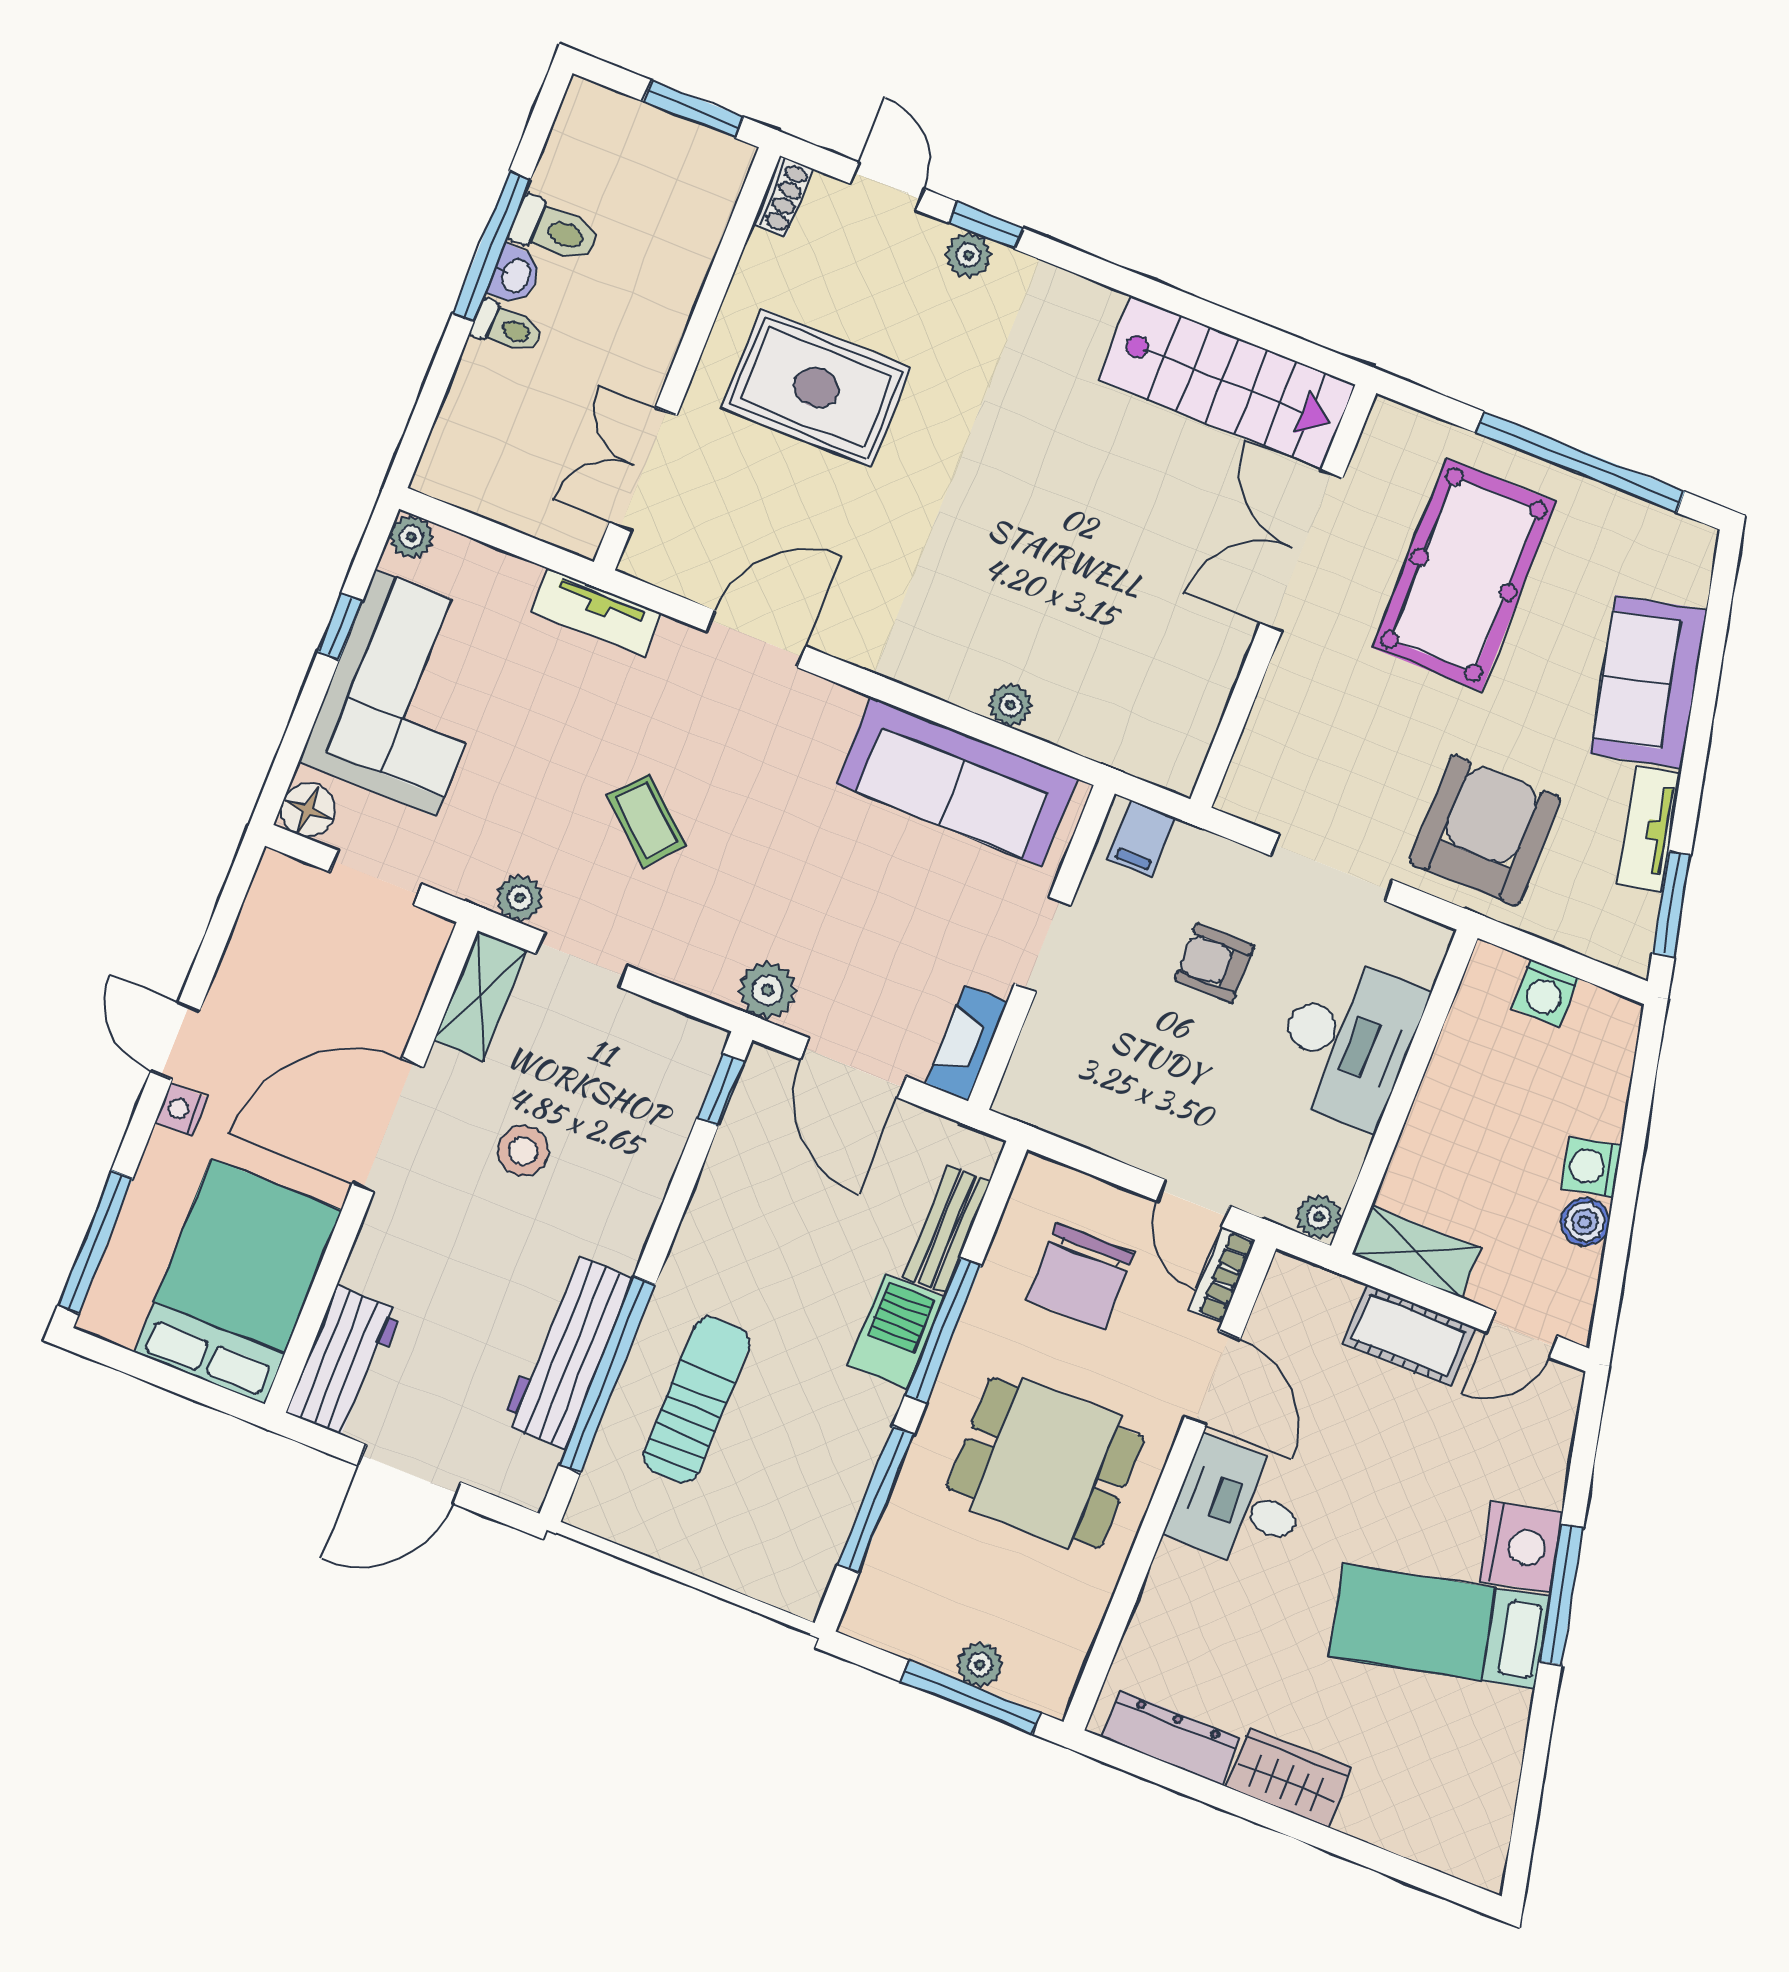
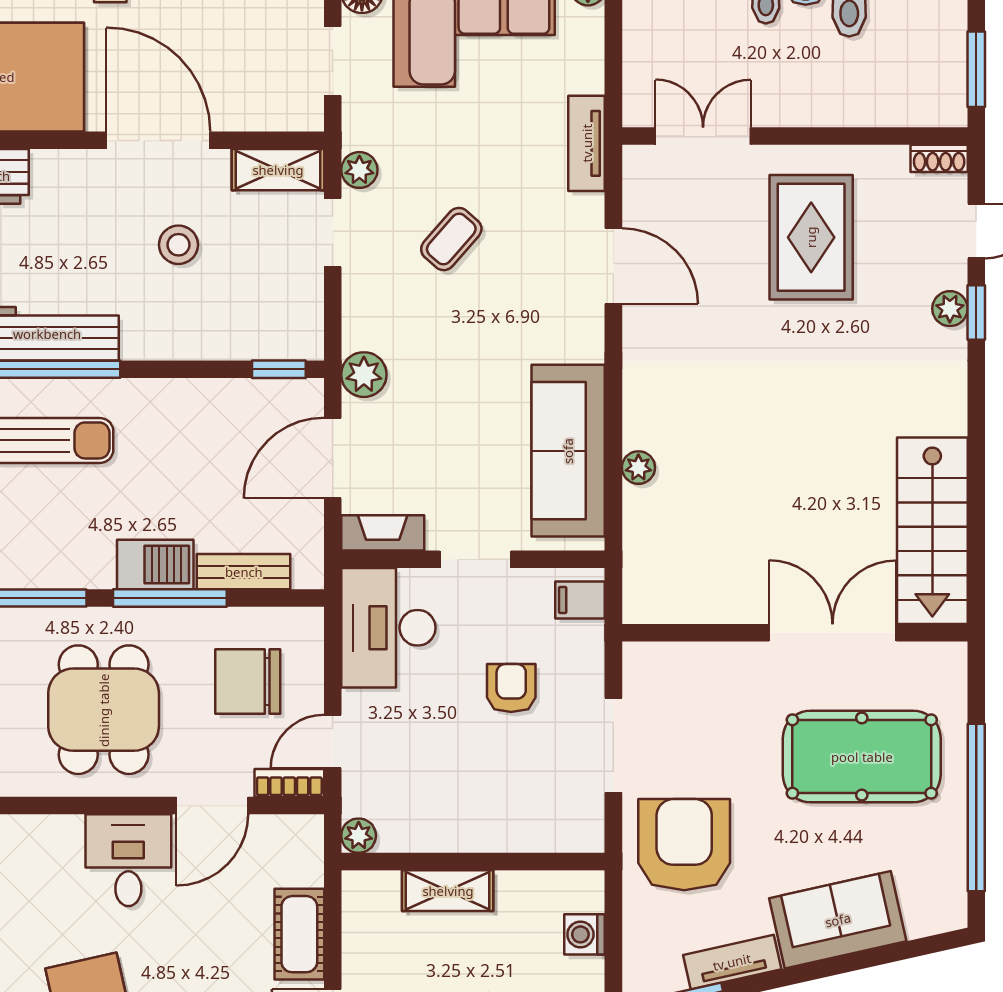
armchair: (1485, 830) -> (684, 845), turned -90
desk: (1347, 1041) -> (388, 628), moved, turned 90
shelving: (1416, 1251) -> (448, 891), moved, turned 90

